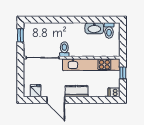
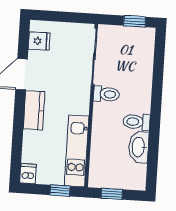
toilet: (109, 30) -> (137, 122), moved
window: (123, 42) -> (112, 194), added
kitchen unit: (91, 65) -> (77, 151), width x0.73

